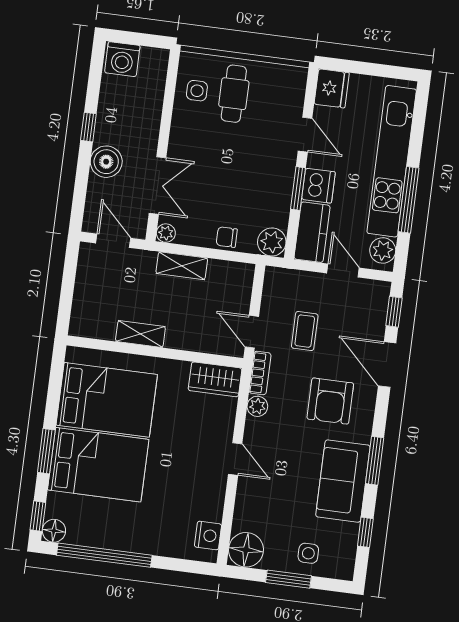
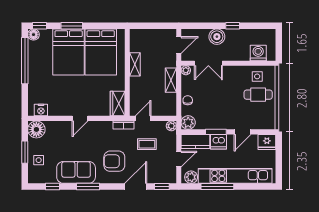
washing machine: (122, 59) -> (258, 53), moved, turned 90
plant: (257, 406) -> (171, 126), moved

